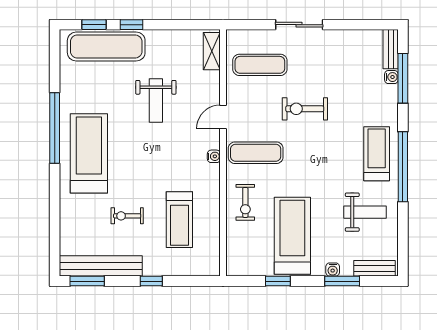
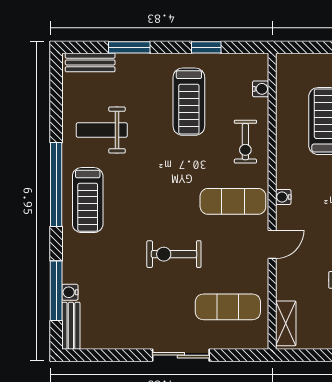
exercise bike: (305, 109) -> (174, 254), turned 180
exercise bike: (245, 202) -> (245, 142), turned 180
treadmill: (292, 236) -> (189, 102), width x0.73, depth x0.73
water cooler: (333, 270) -> (261, 89), moved, turned 90

